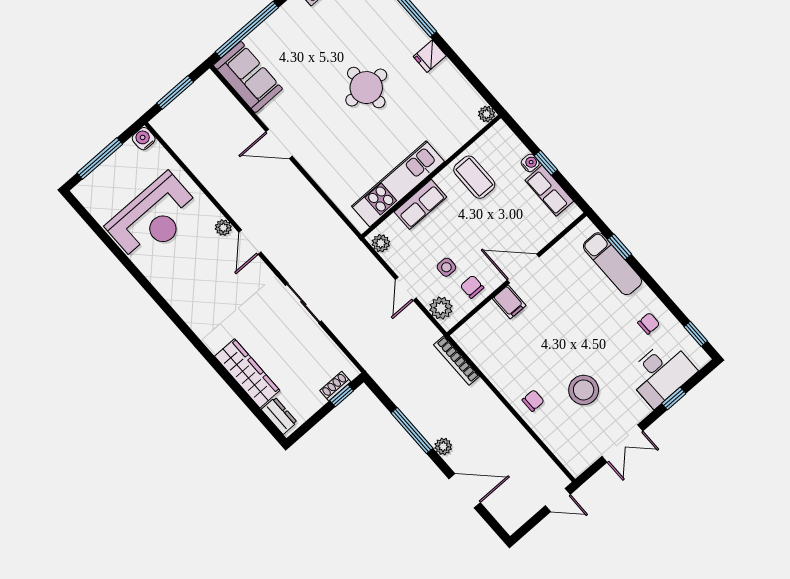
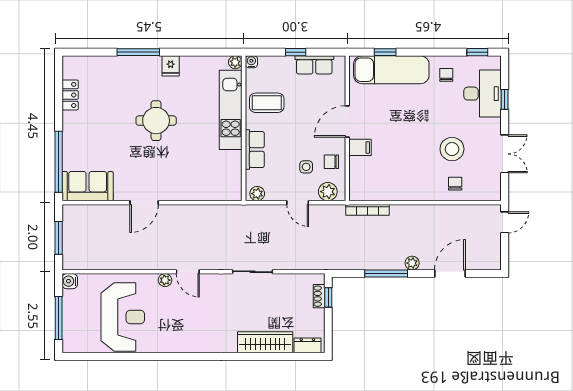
water cooler: (530, 163) -> (251, 62), moved
kitchen unit: (398, 184) -> (231, 110), moved
exam couch: (612, 264) -> (391, 70), width x1.36, depth x1.45
chair: (533, 401) -> (455, 184), moved

